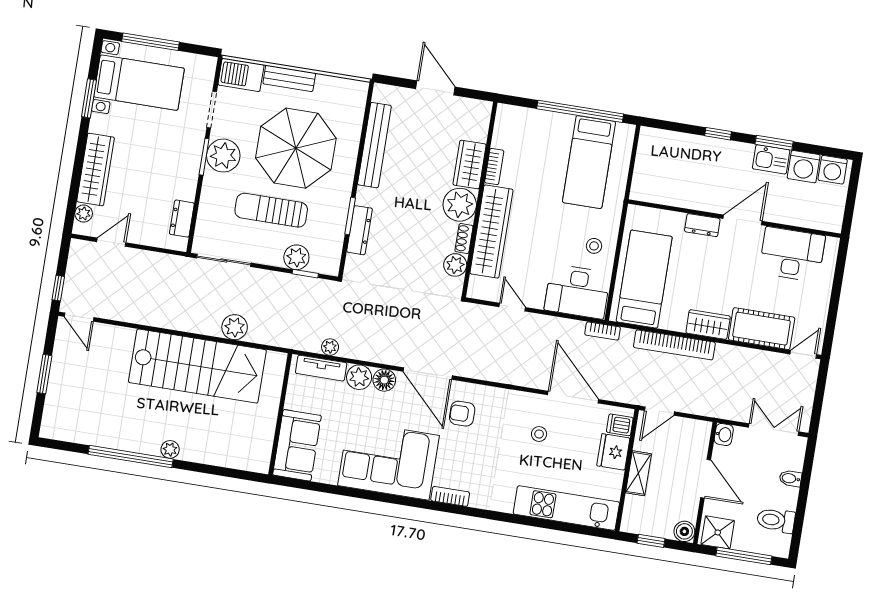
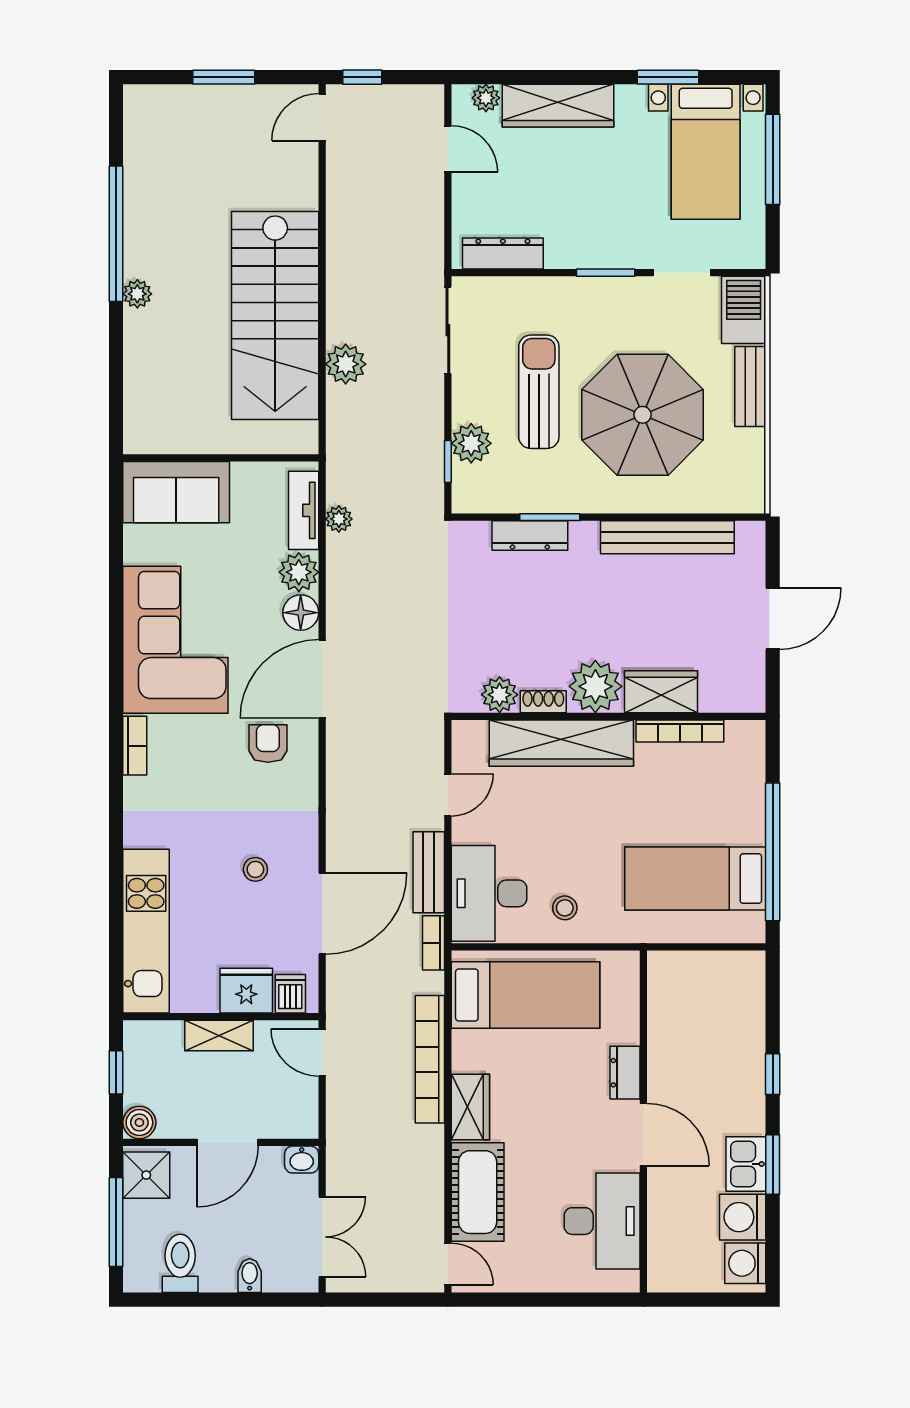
plant: (223, 156) -> (612, 303), removed
bookcase: (494, 167) -> (680, 731), width x1.56
dresser: (182, 219) -> (503, 254), width x1.44
bench: (558, 327) -> (429, 872), added

